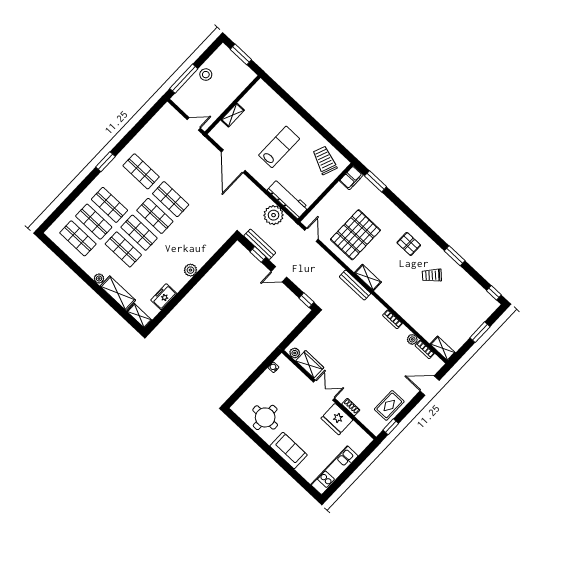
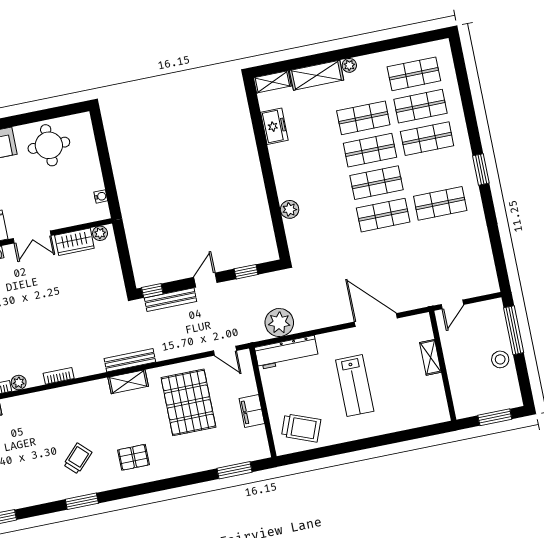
filing cabinet: (351, 178) -> (252, 411), moved
bench: (260, 244) -> (171, 300), moved
plant: (190, 270) -> (290, 209), moved

